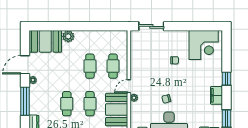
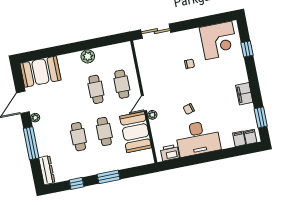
plant: (68, 36) -> (88, 56), moved
window: (227, 79) -> (247, 49), moved

